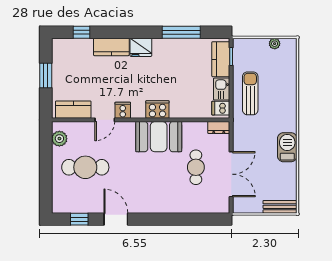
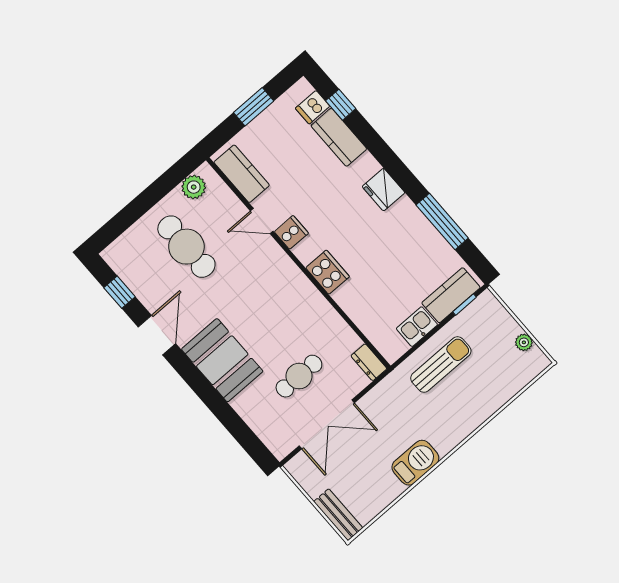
kitchen counter: (111, 47) -> (339, 137), moved
dishwasher: (221, 108) -> (313, 107), moved, turned -90
booth: (159, 137) -> (222, 360), moved

